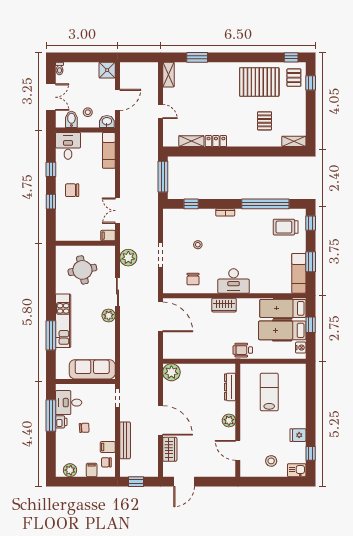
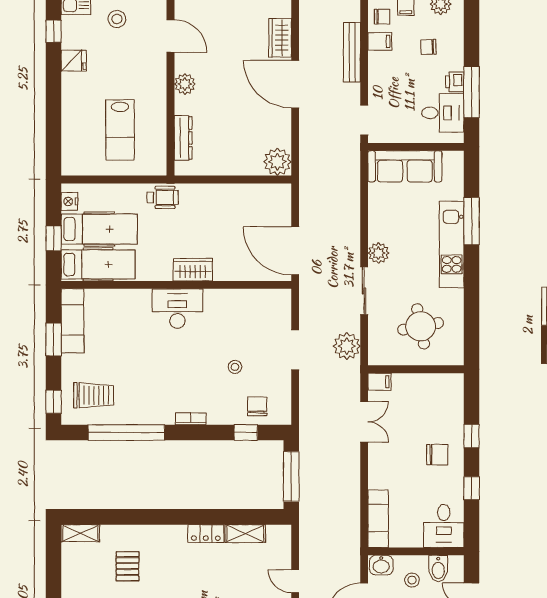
chair: (193, 279) -> (257, 406), moved
chair: (84, 428) -> (428, 47), moved

